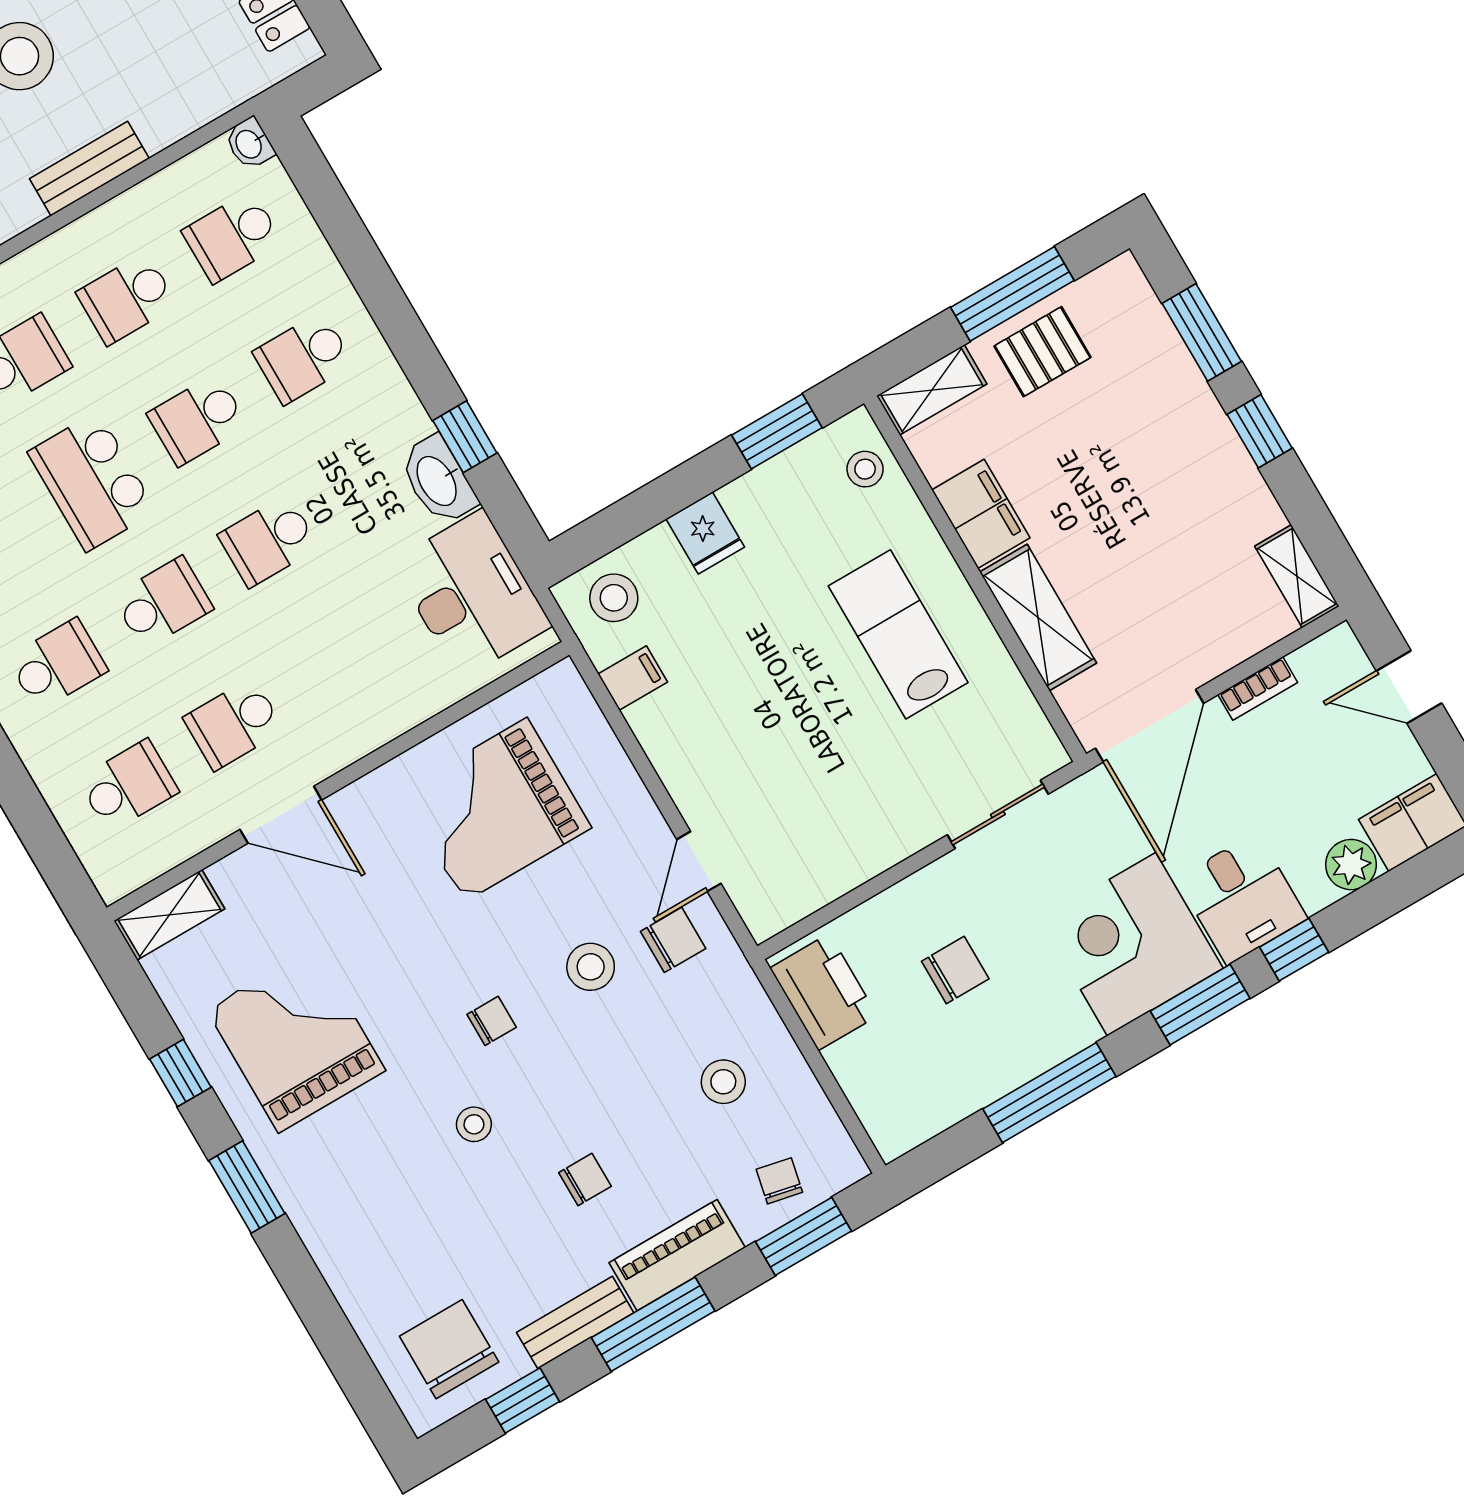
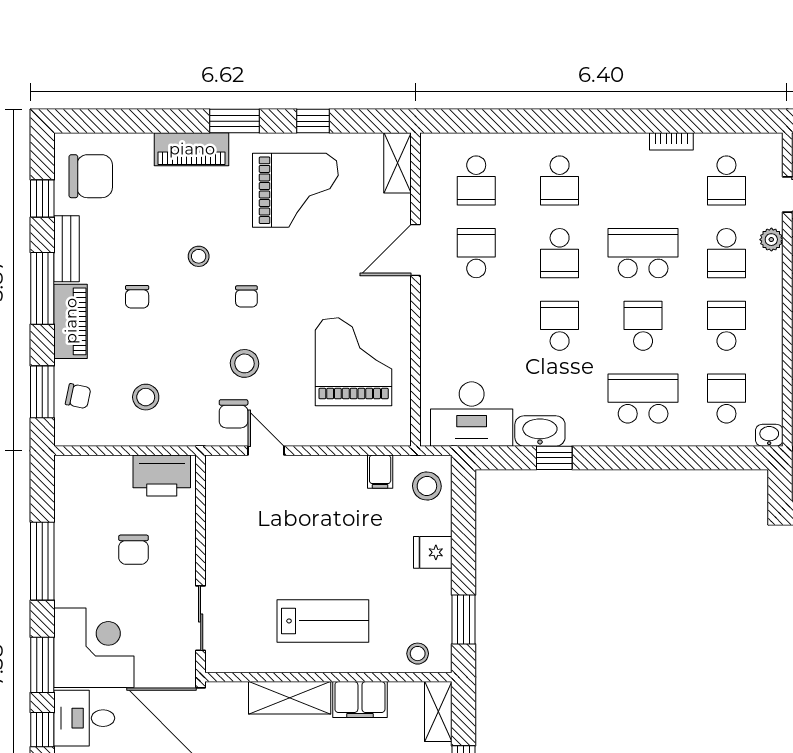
school desk: (303, 358) -> (643, 398), width x1.85
piano: (324, 1226) -> (192, 149), added

